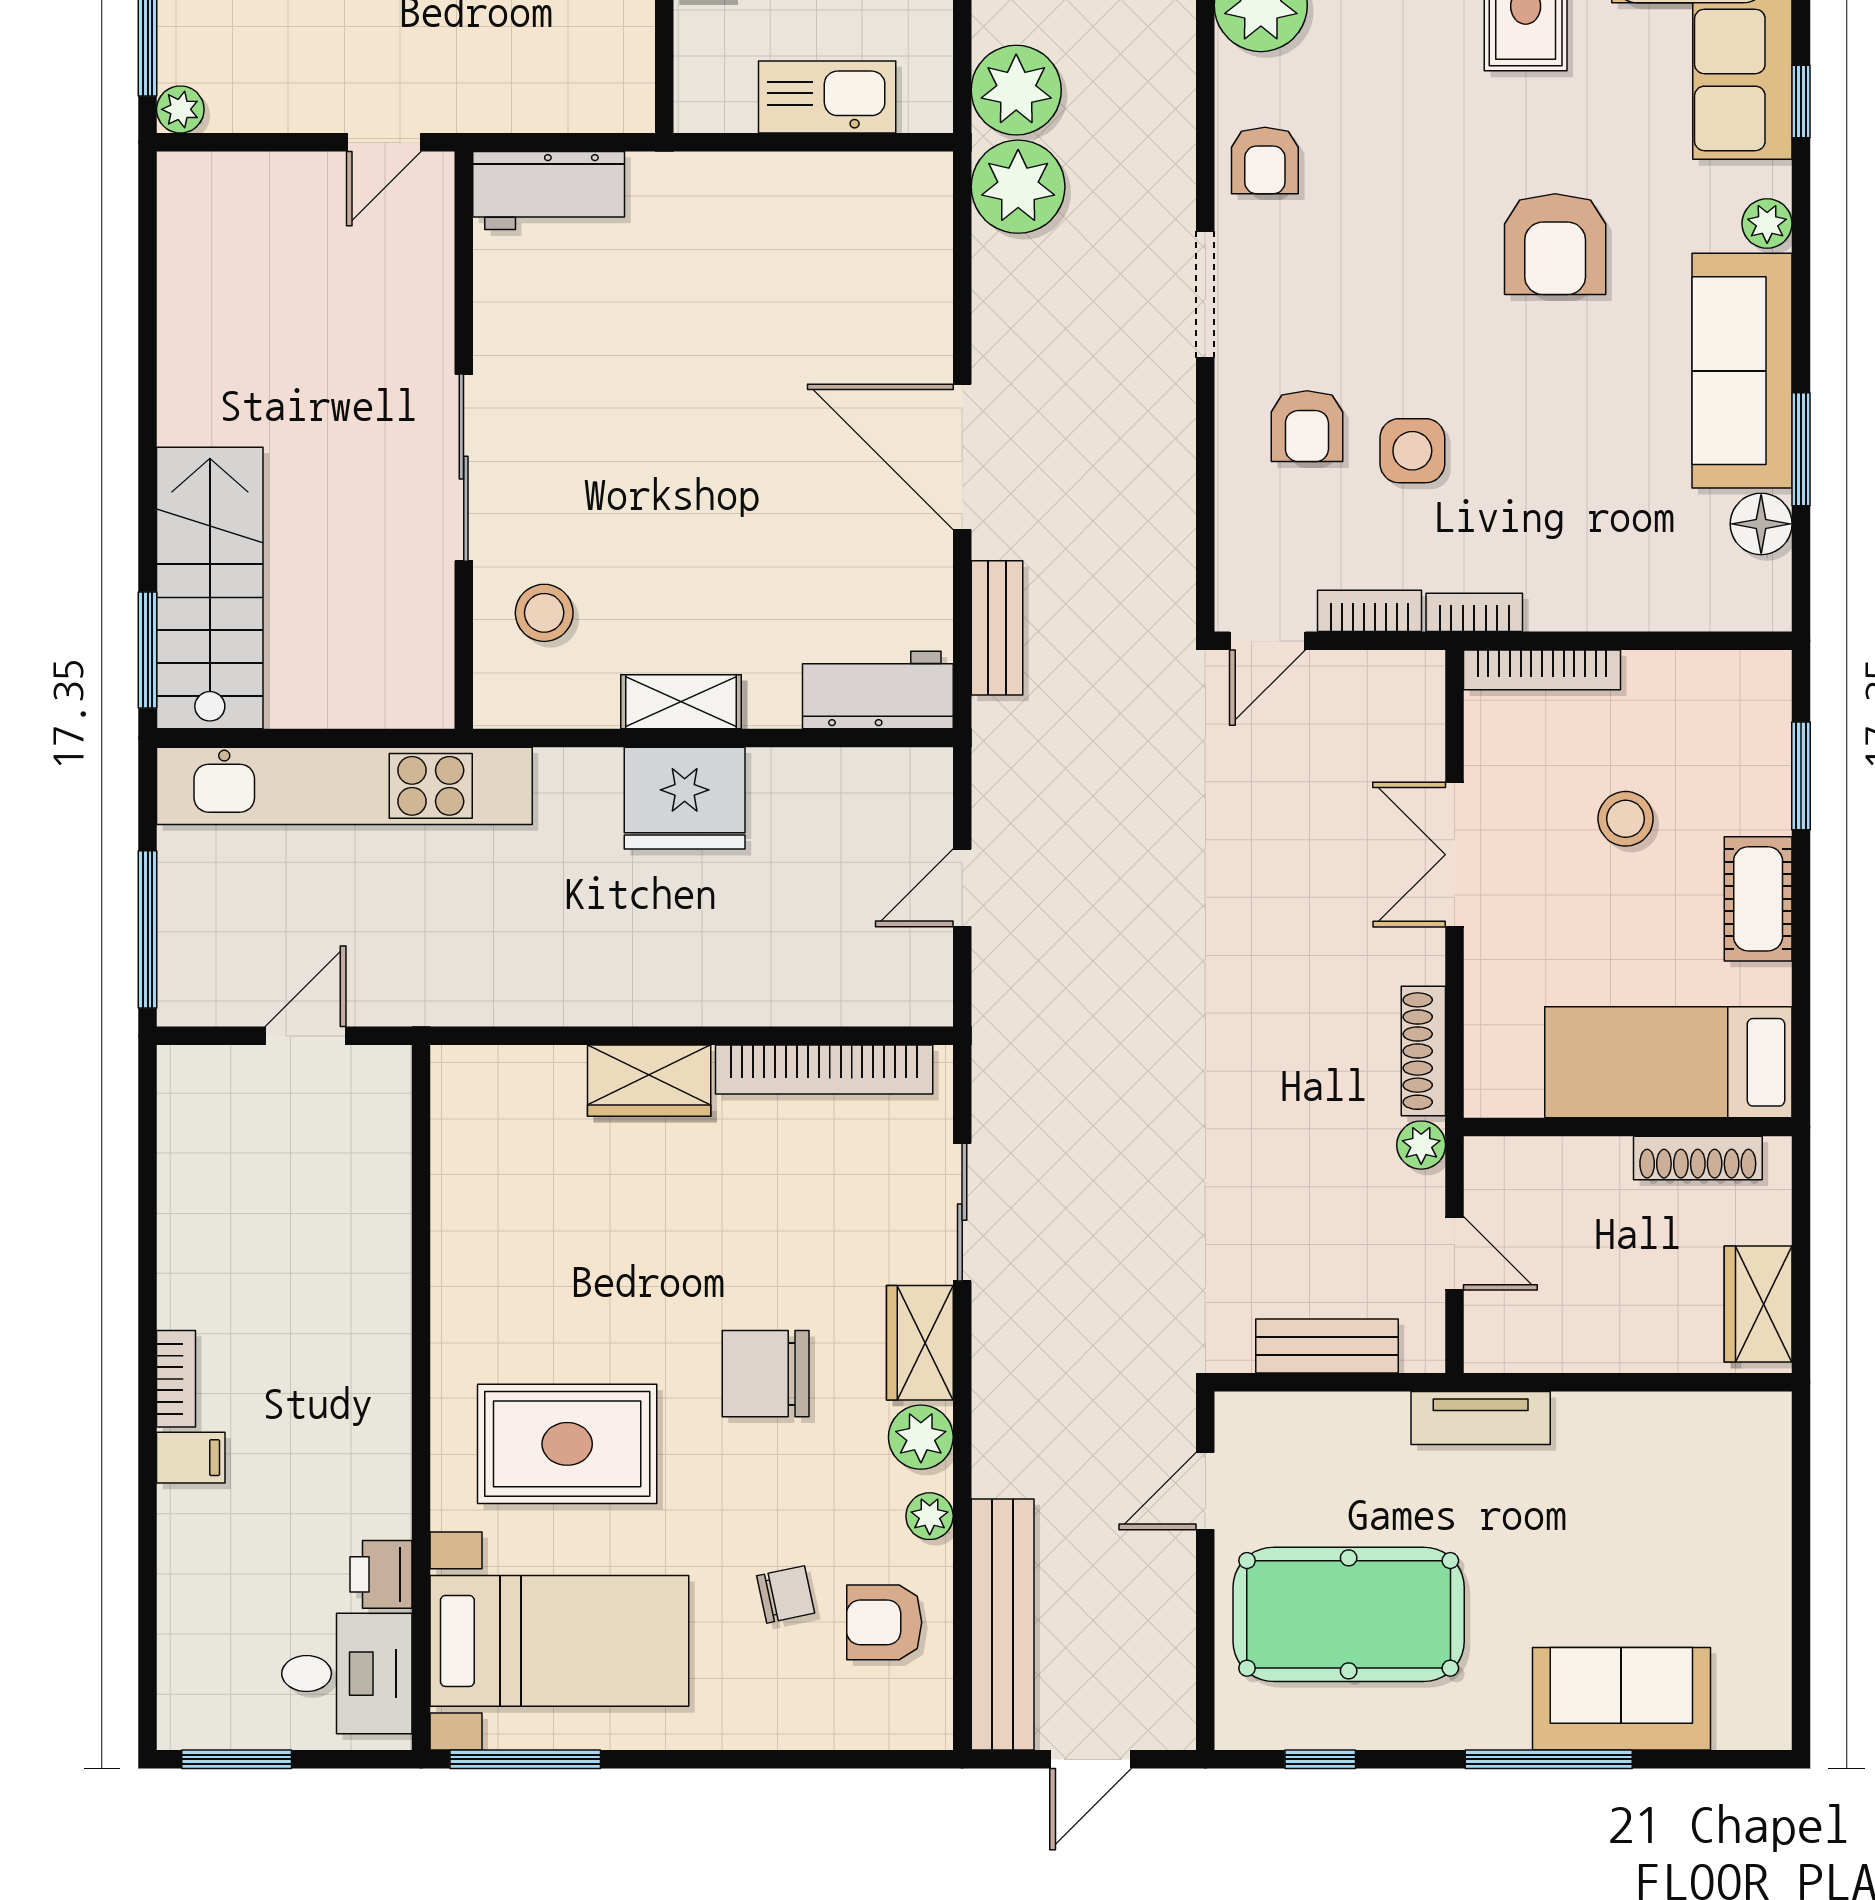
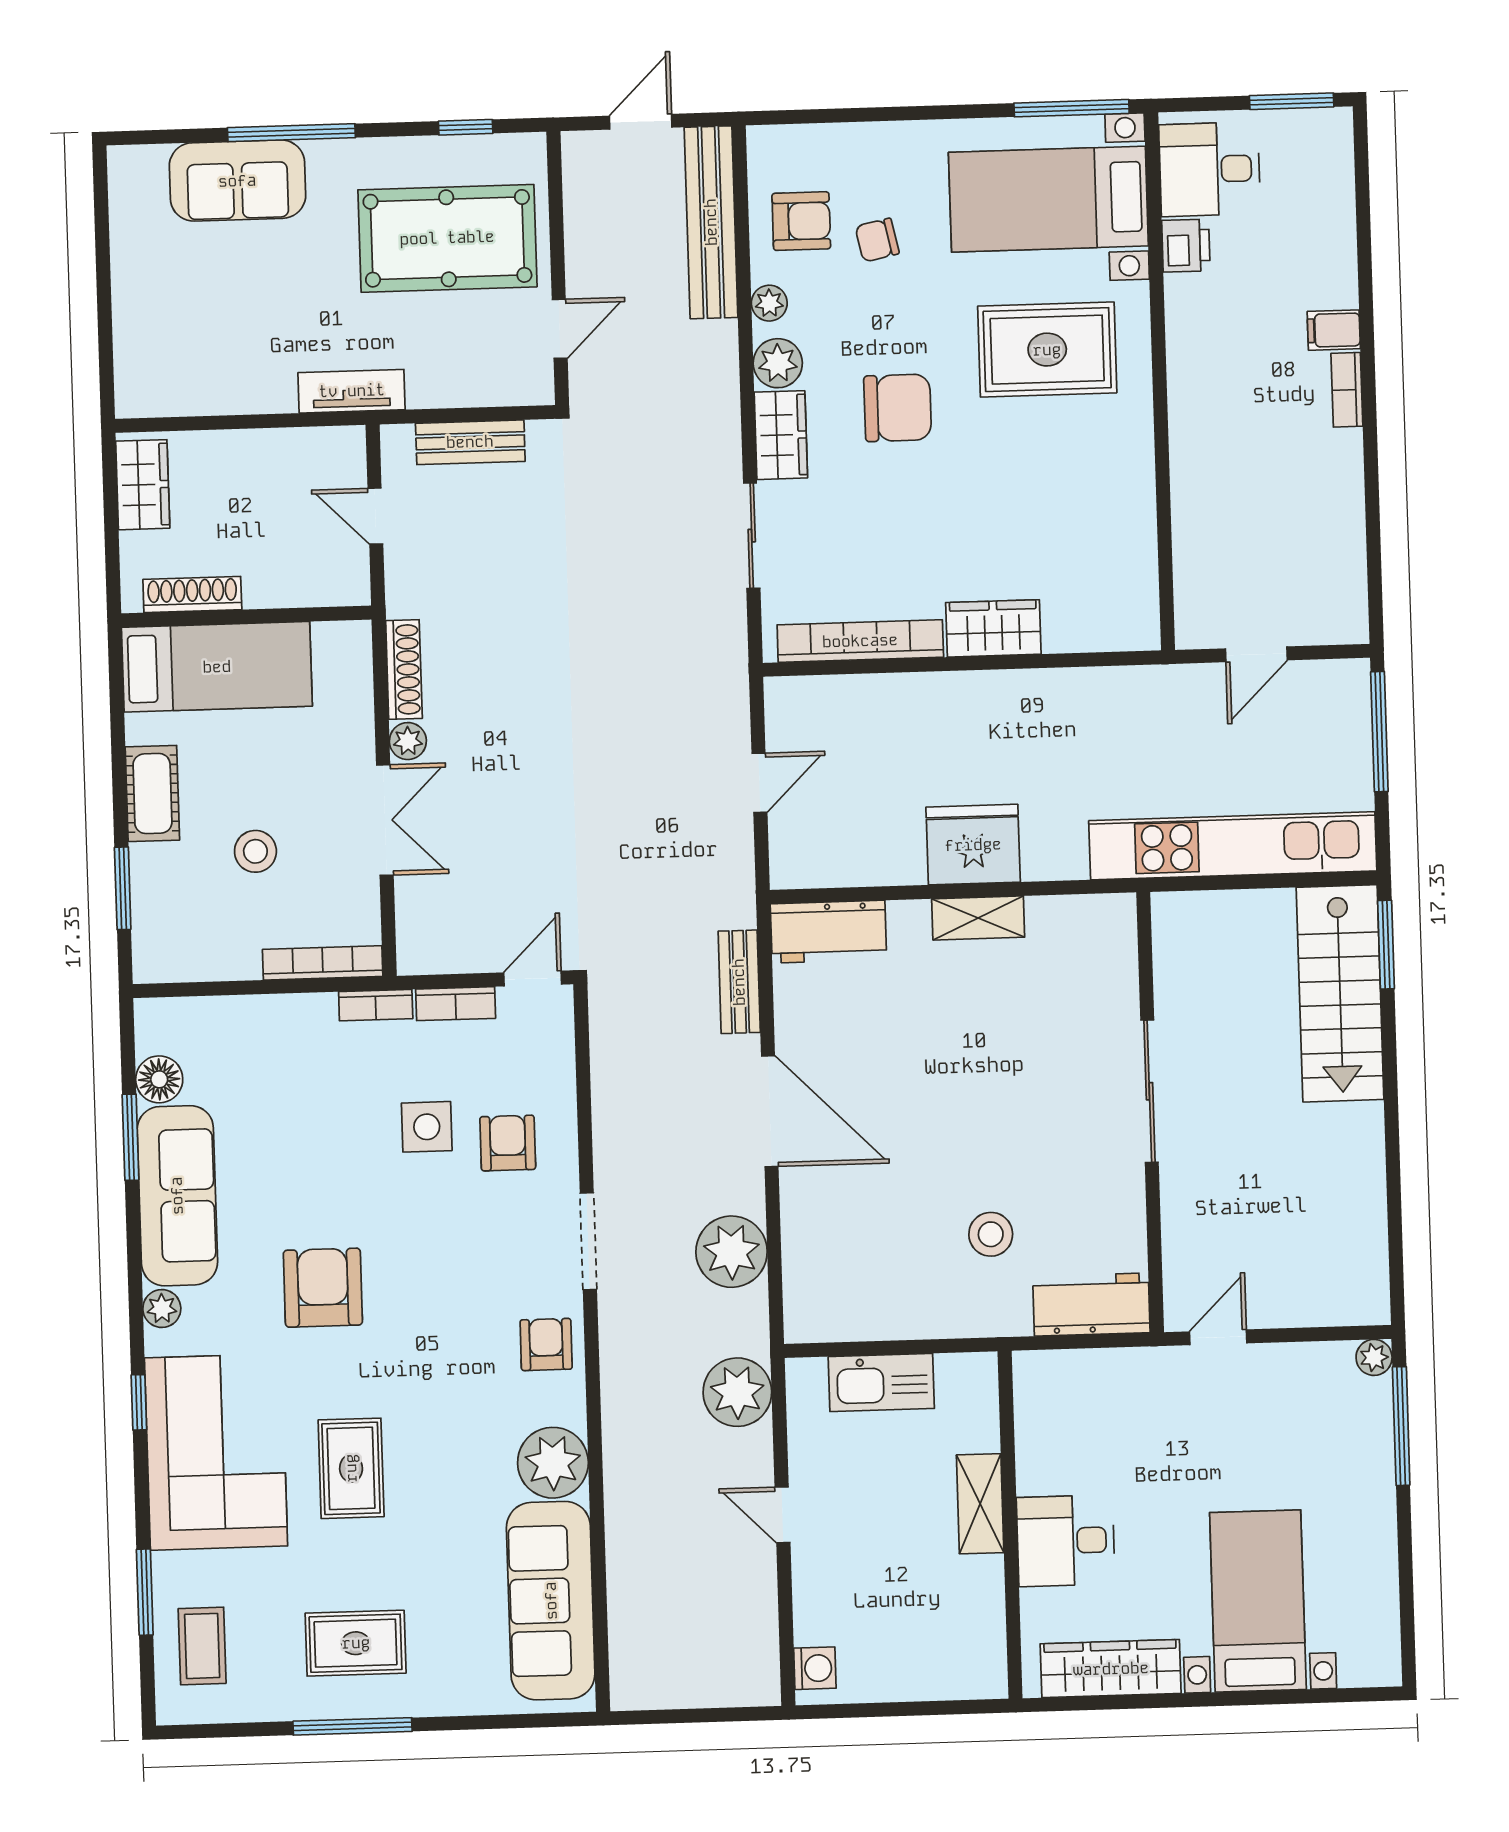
plant: (1018, 187) -> (732, 1252), moved
stool: (544, 613) -> (991, 1234), moved
plant: (1421, 1145) -> (408, 741), moved

